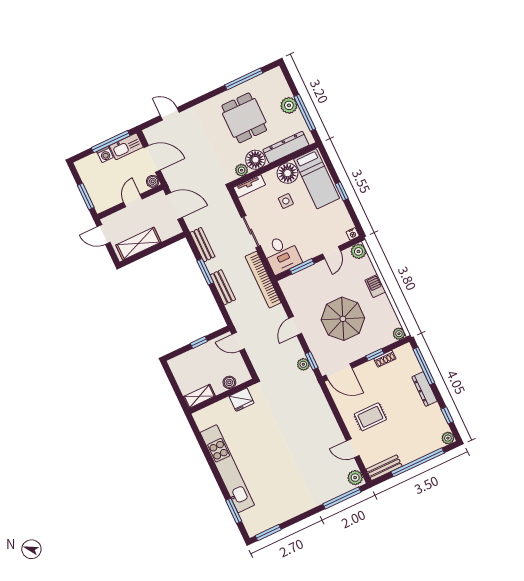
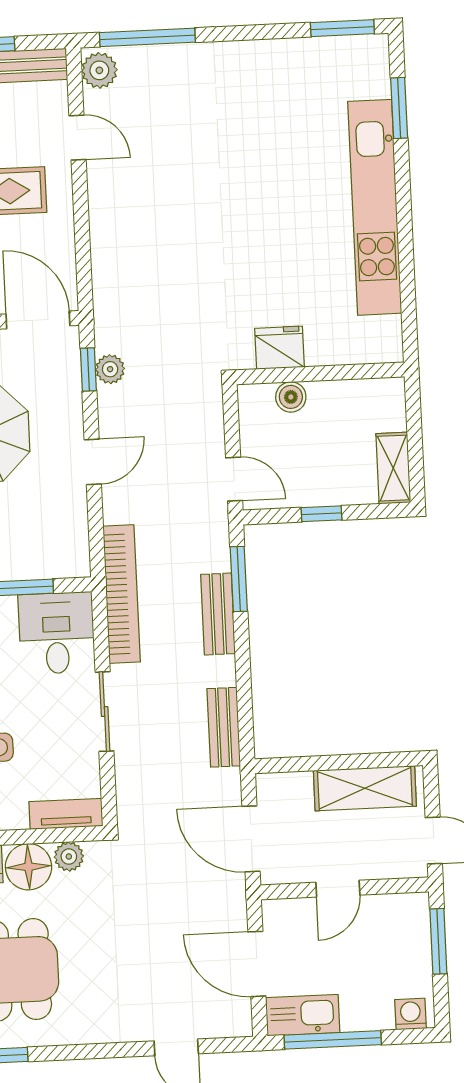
washing machine: (105, 154) -> (410, 1014), moved
boiler: (153, 181) -> (276, 913), removed
window: (205, 272) -> (239, 579), moved
shelving: (199, 396) -> (393, 468), moved, turned 90

